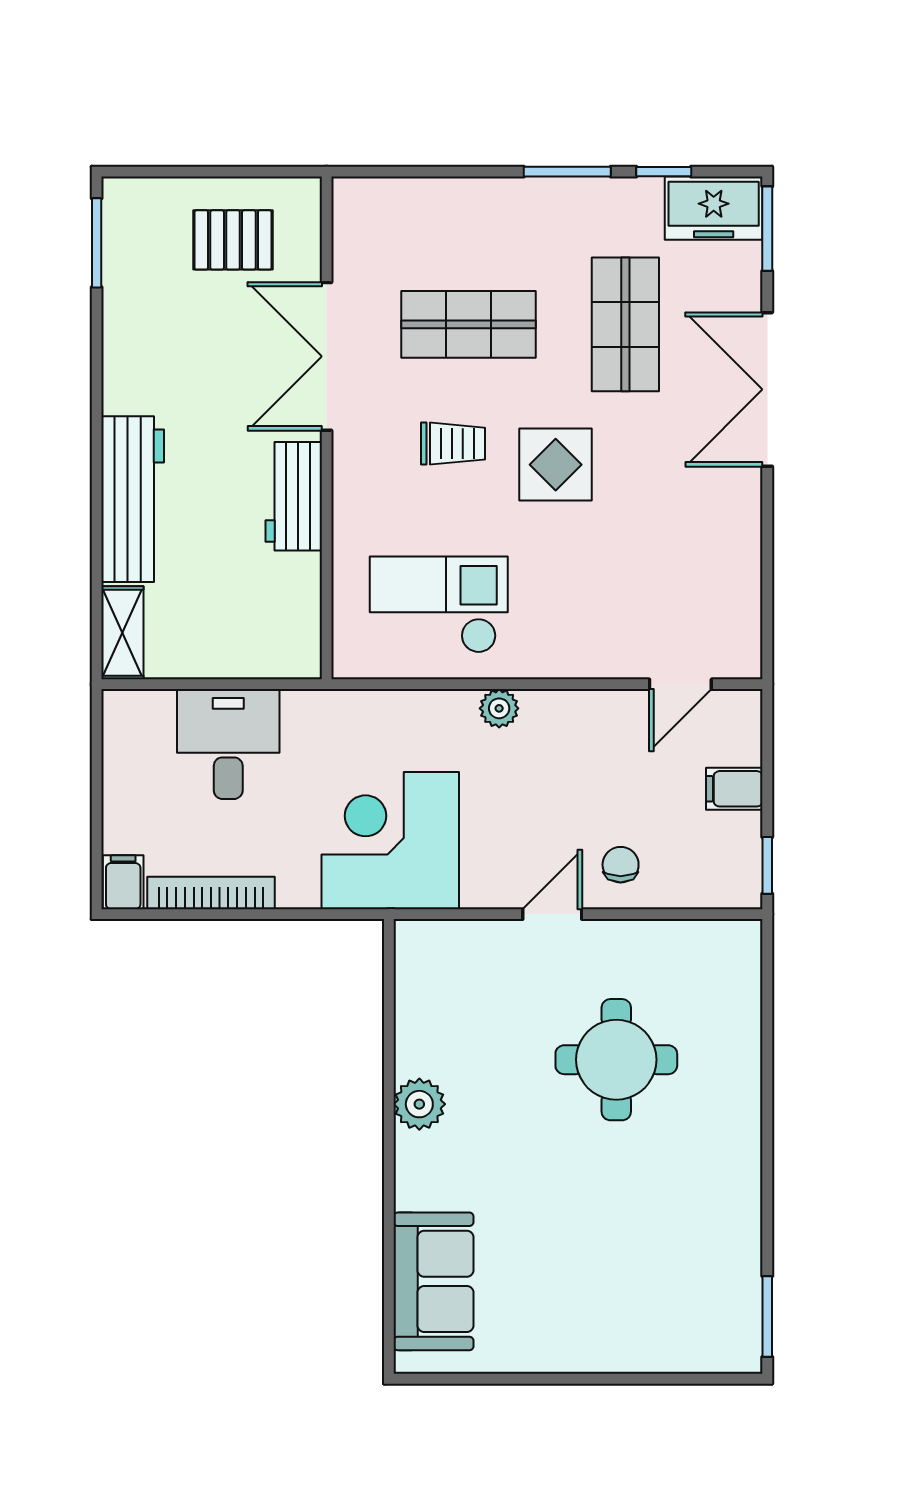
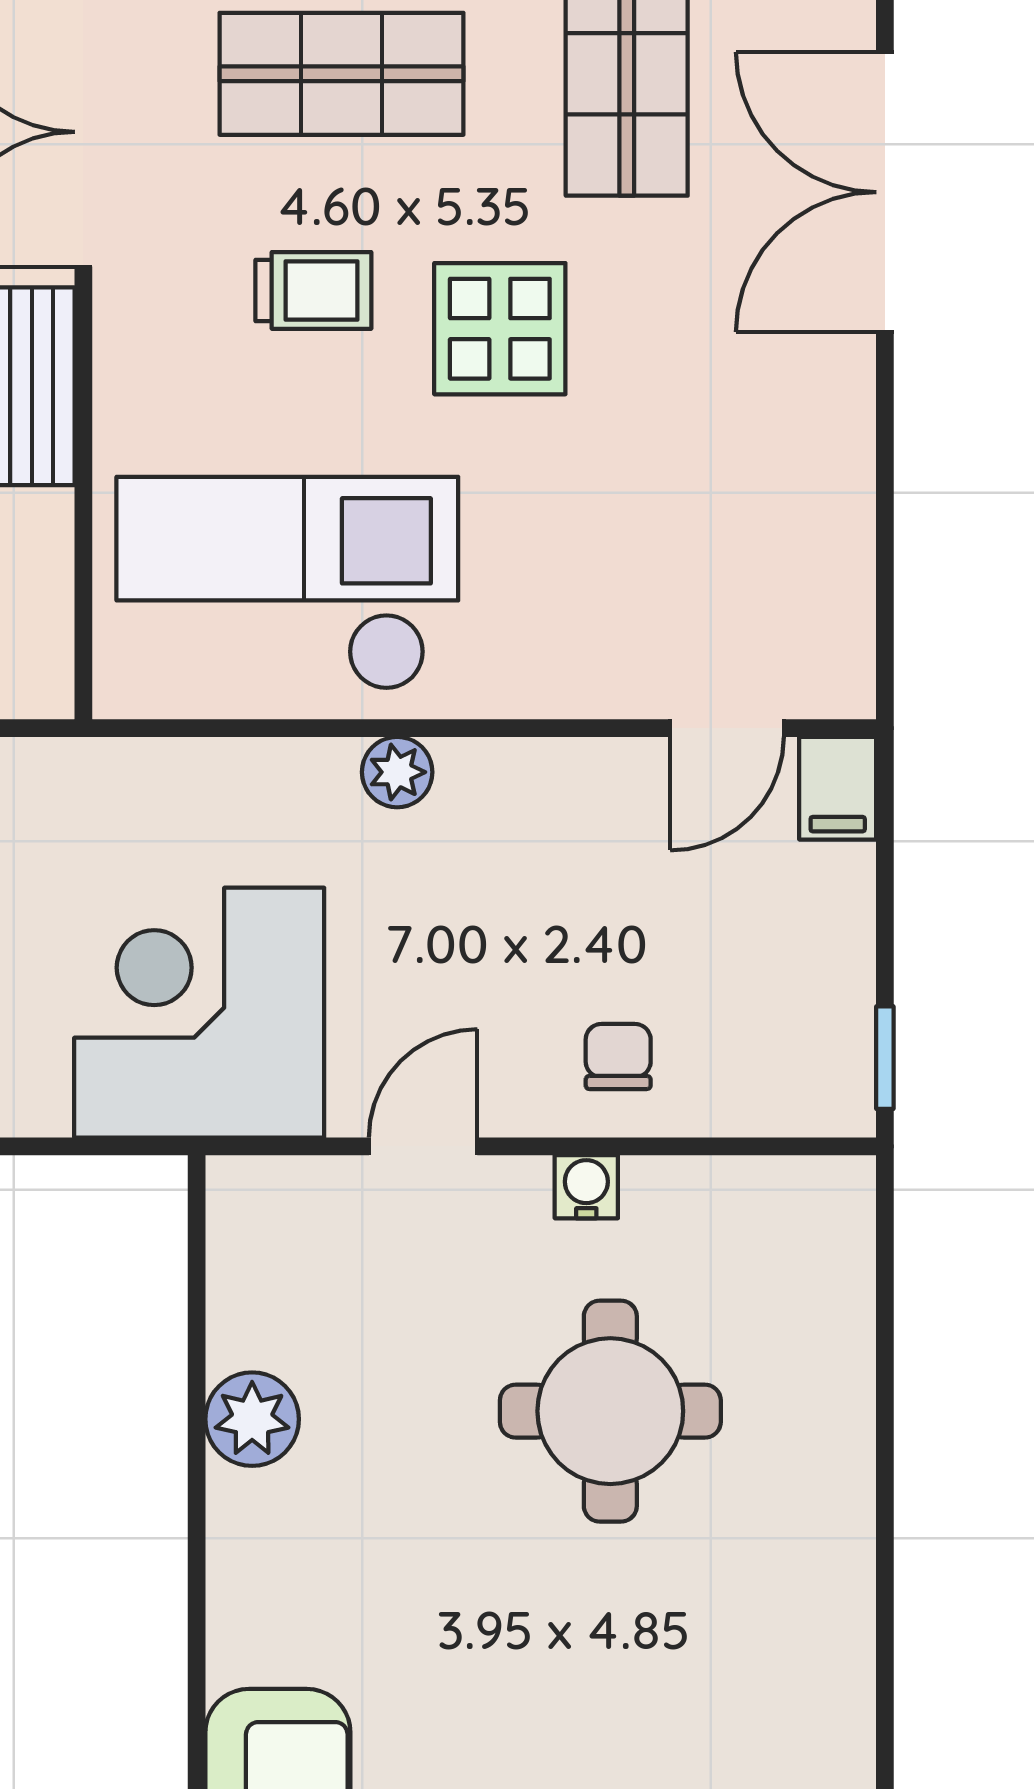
checkout: (439, 605) -> (287, 583), width x1.36, depth x1.21
filing cabinet: (734, 789) -> (838, 788), moved, turned -90
door: (552, 914) -> (423, 1146), moved
water cooler: (603, 936) -> (586, 1187), added
plant: (419, 1104) -> (252, 1419), moved

